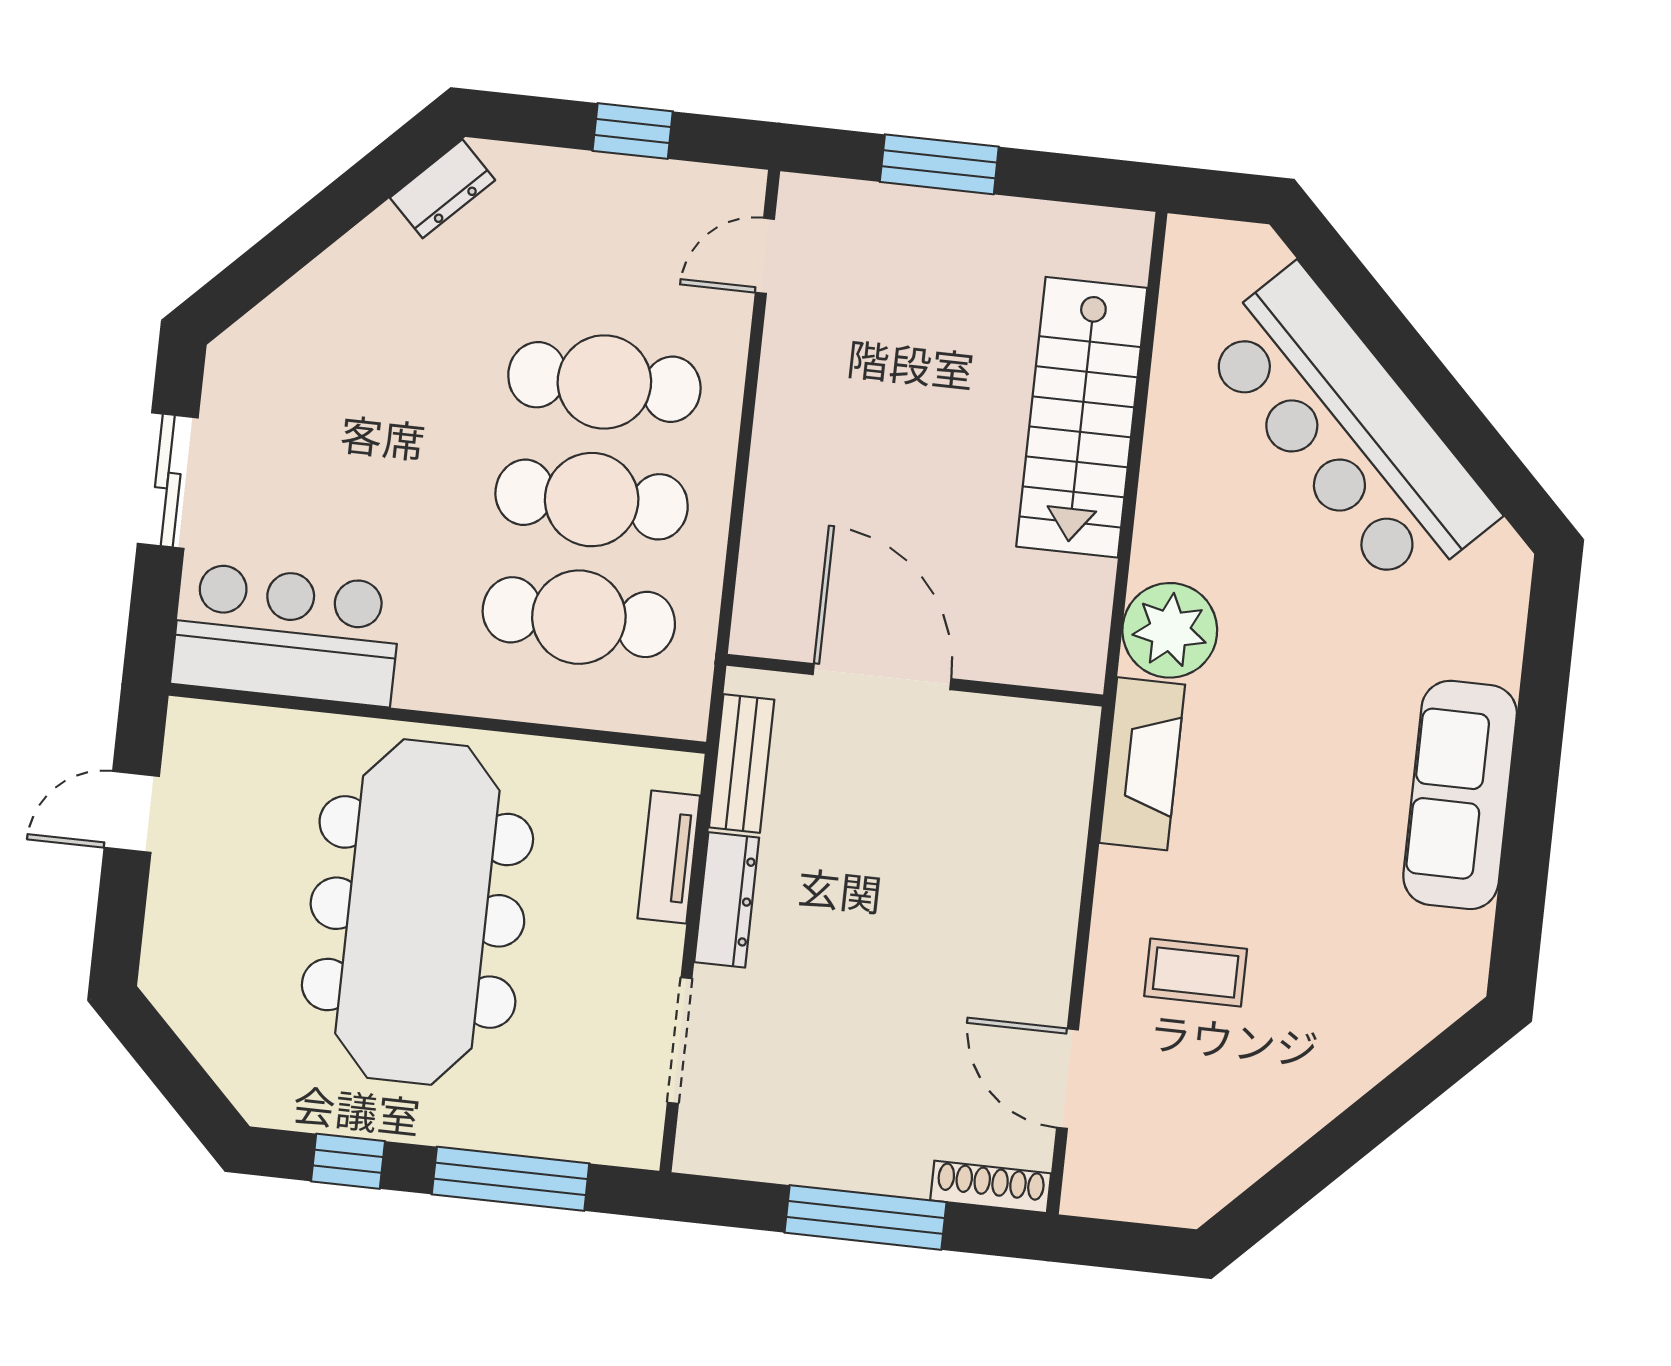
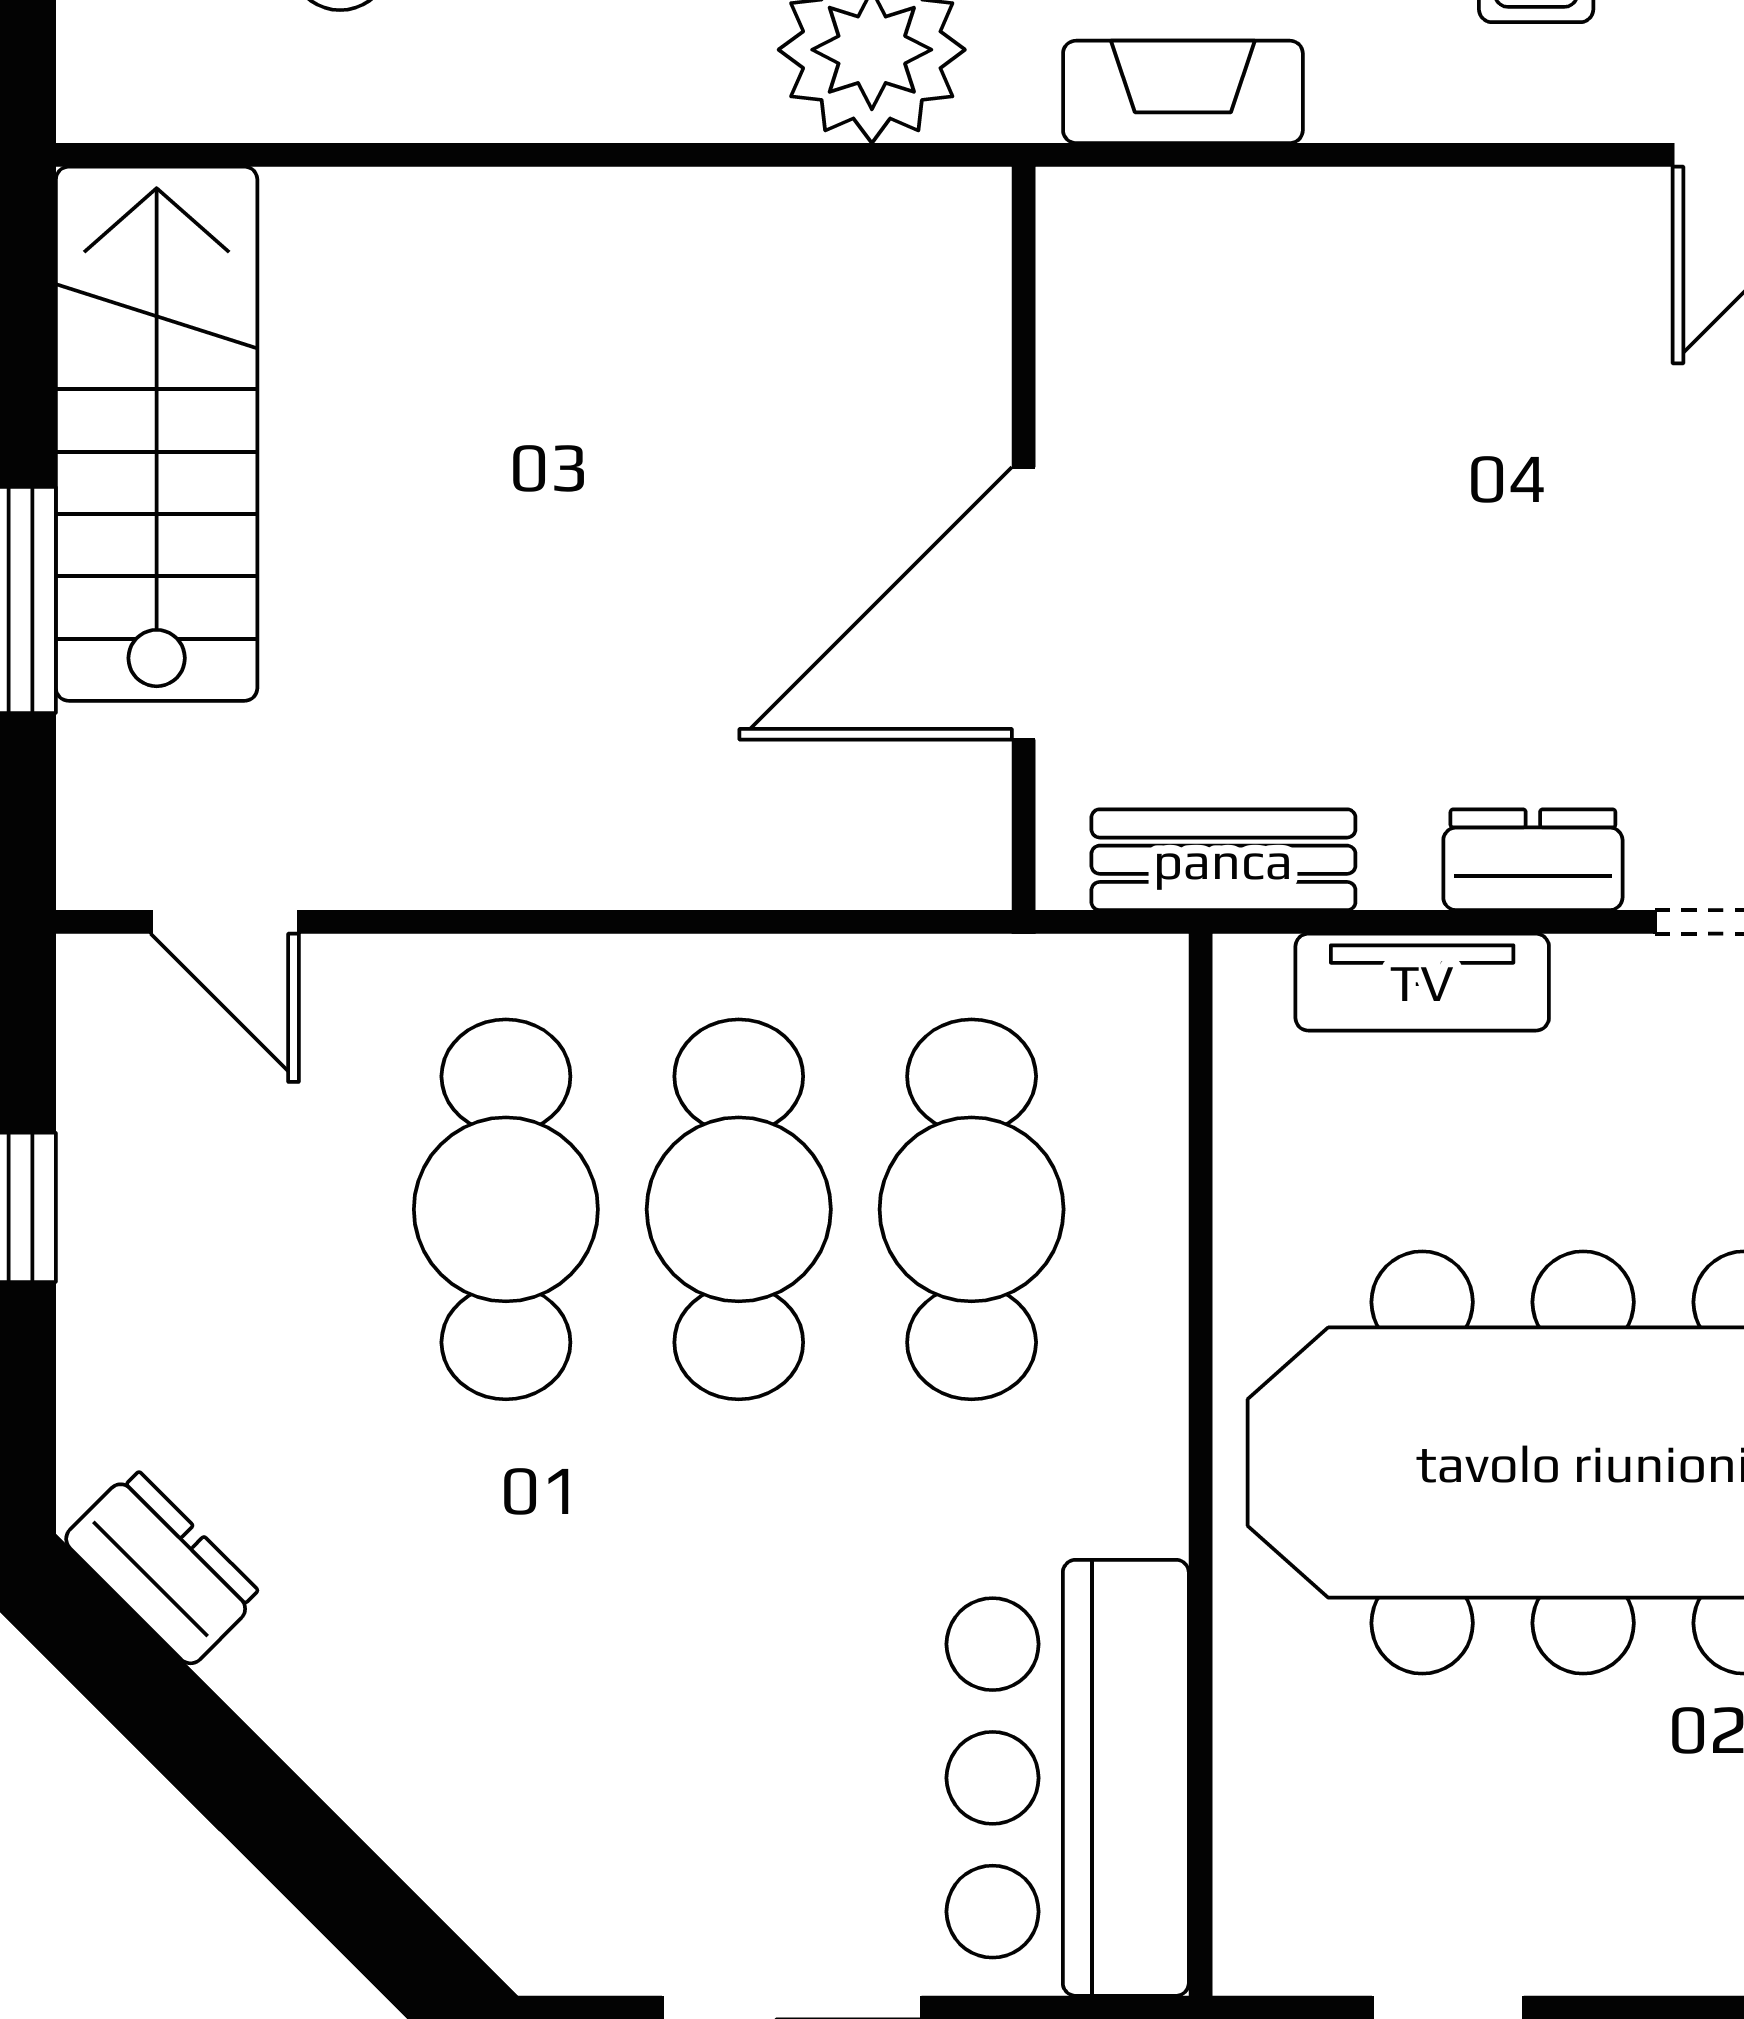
stairs: (1082, 417) -> (157, 434), moved, turned -90
fireplace: (1142, 764) -> (1183, 92), width x0.73, depth x0.76
dresser: (727, 900) -> (1533, 860), width x0.70

